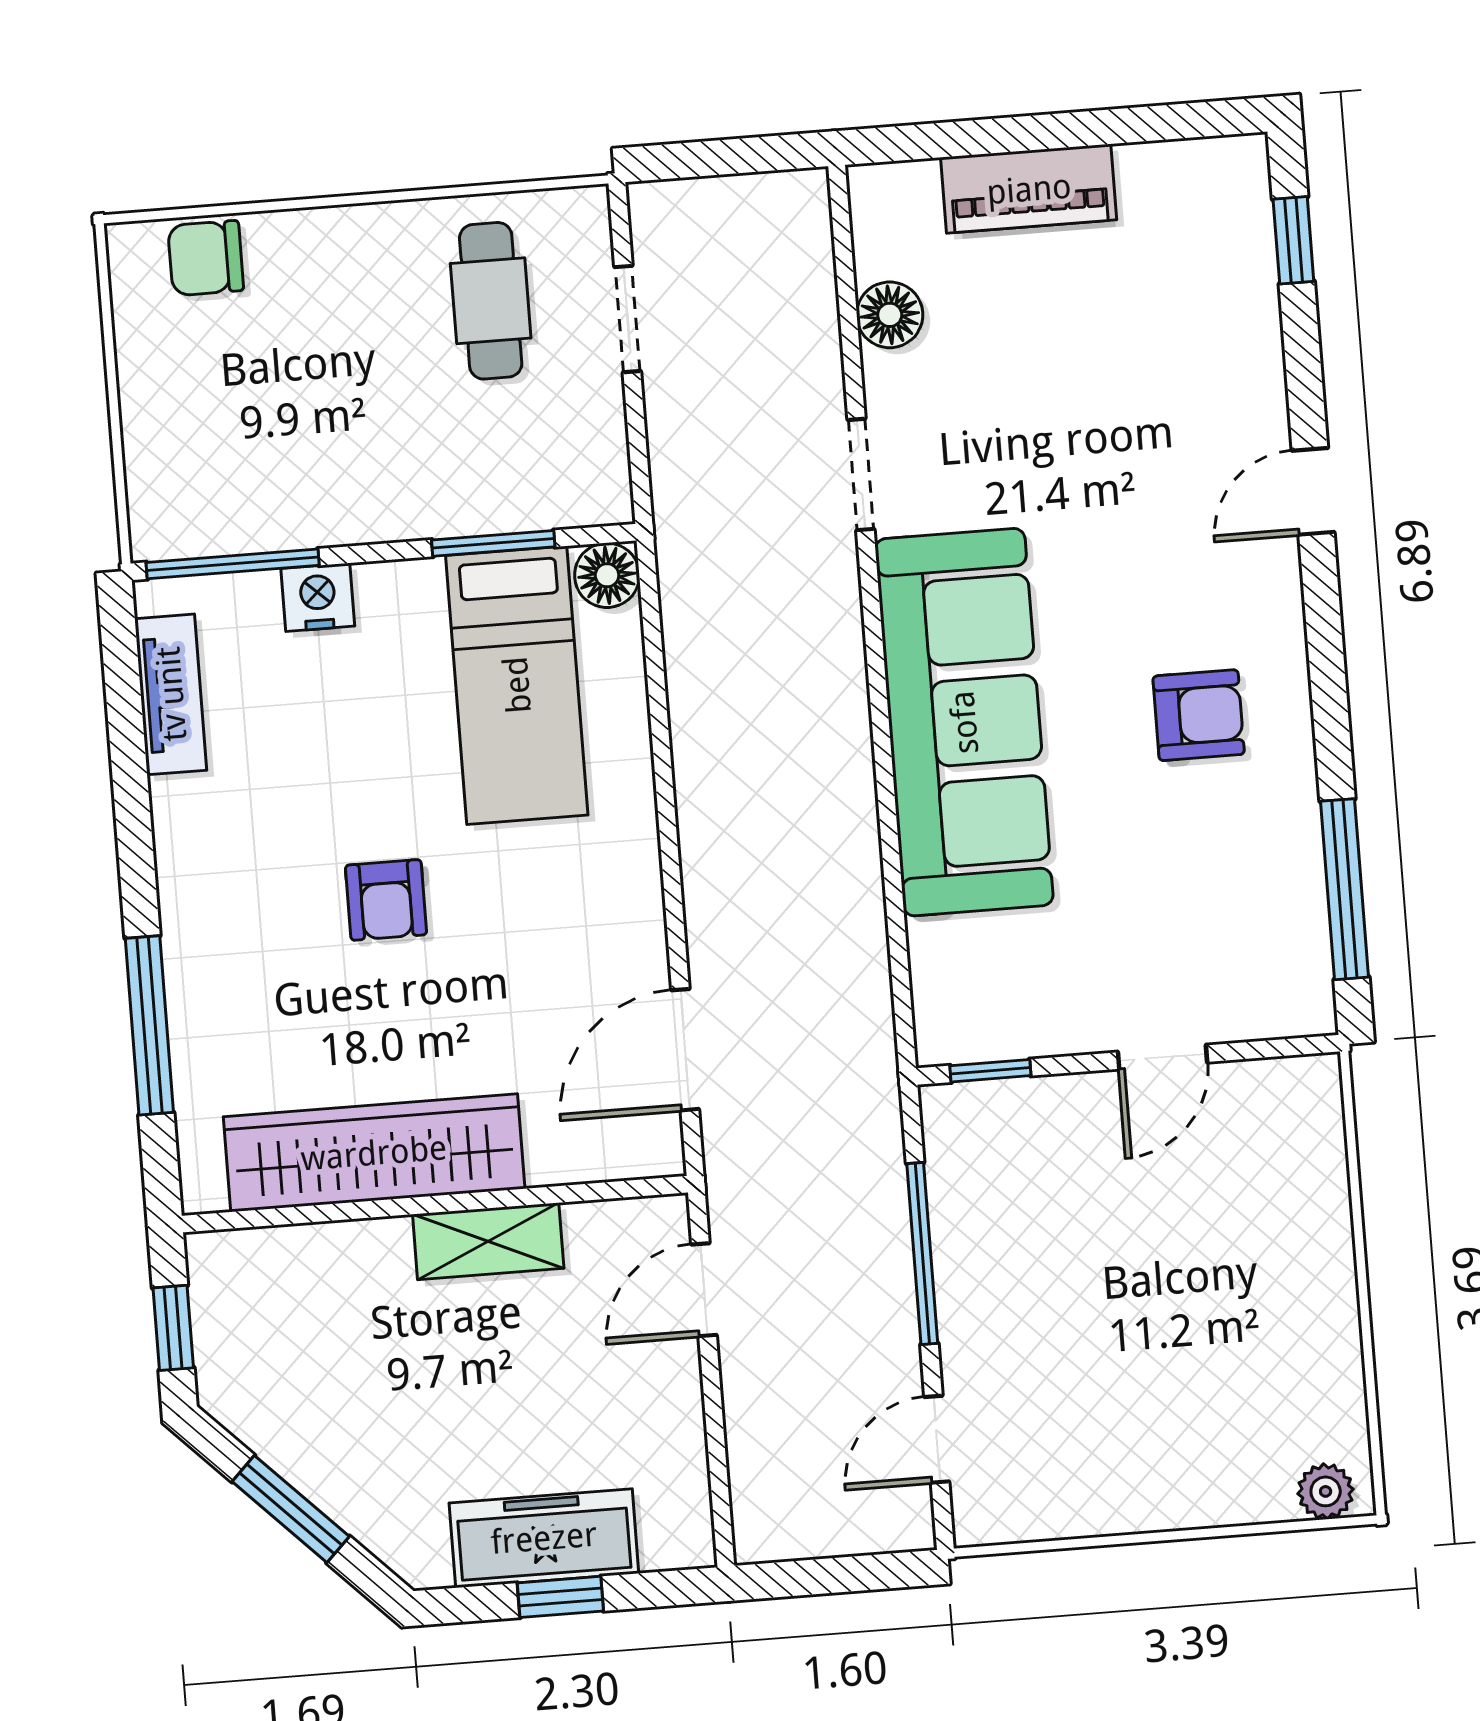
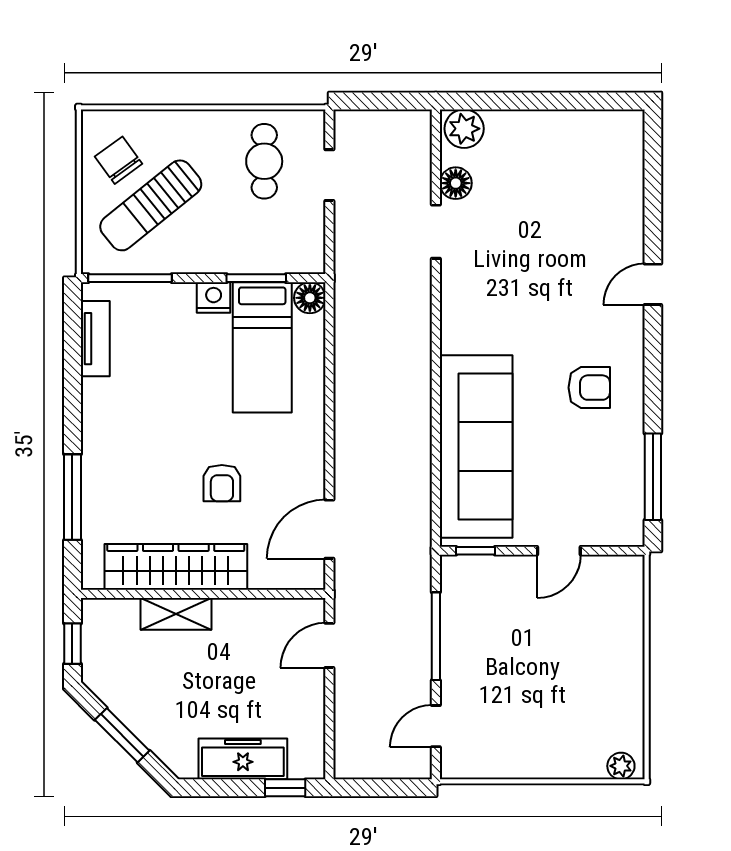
piano: (1029, 189) -> (527, 128), removed
plant: (898, 201) -> (464, 129), added
window: (1293, 240) -> (653, 163), removed
chair: (206, 258) -> (119, 160), moved, turned 54
sun lounger: (264, 410) -> (151, 205), added
doorway: (861, 475) -> (436, 232), moved
nightstand: (318, 597) -> (214, 297), moved
sofa: (964, 722) -> (476, 447), moved
armchair: (386, 900) -> (222, 483), moved
shelving: (488, 1241) -> (176, 614), moved
window: (560, 1597) -> (285, 788), moved

